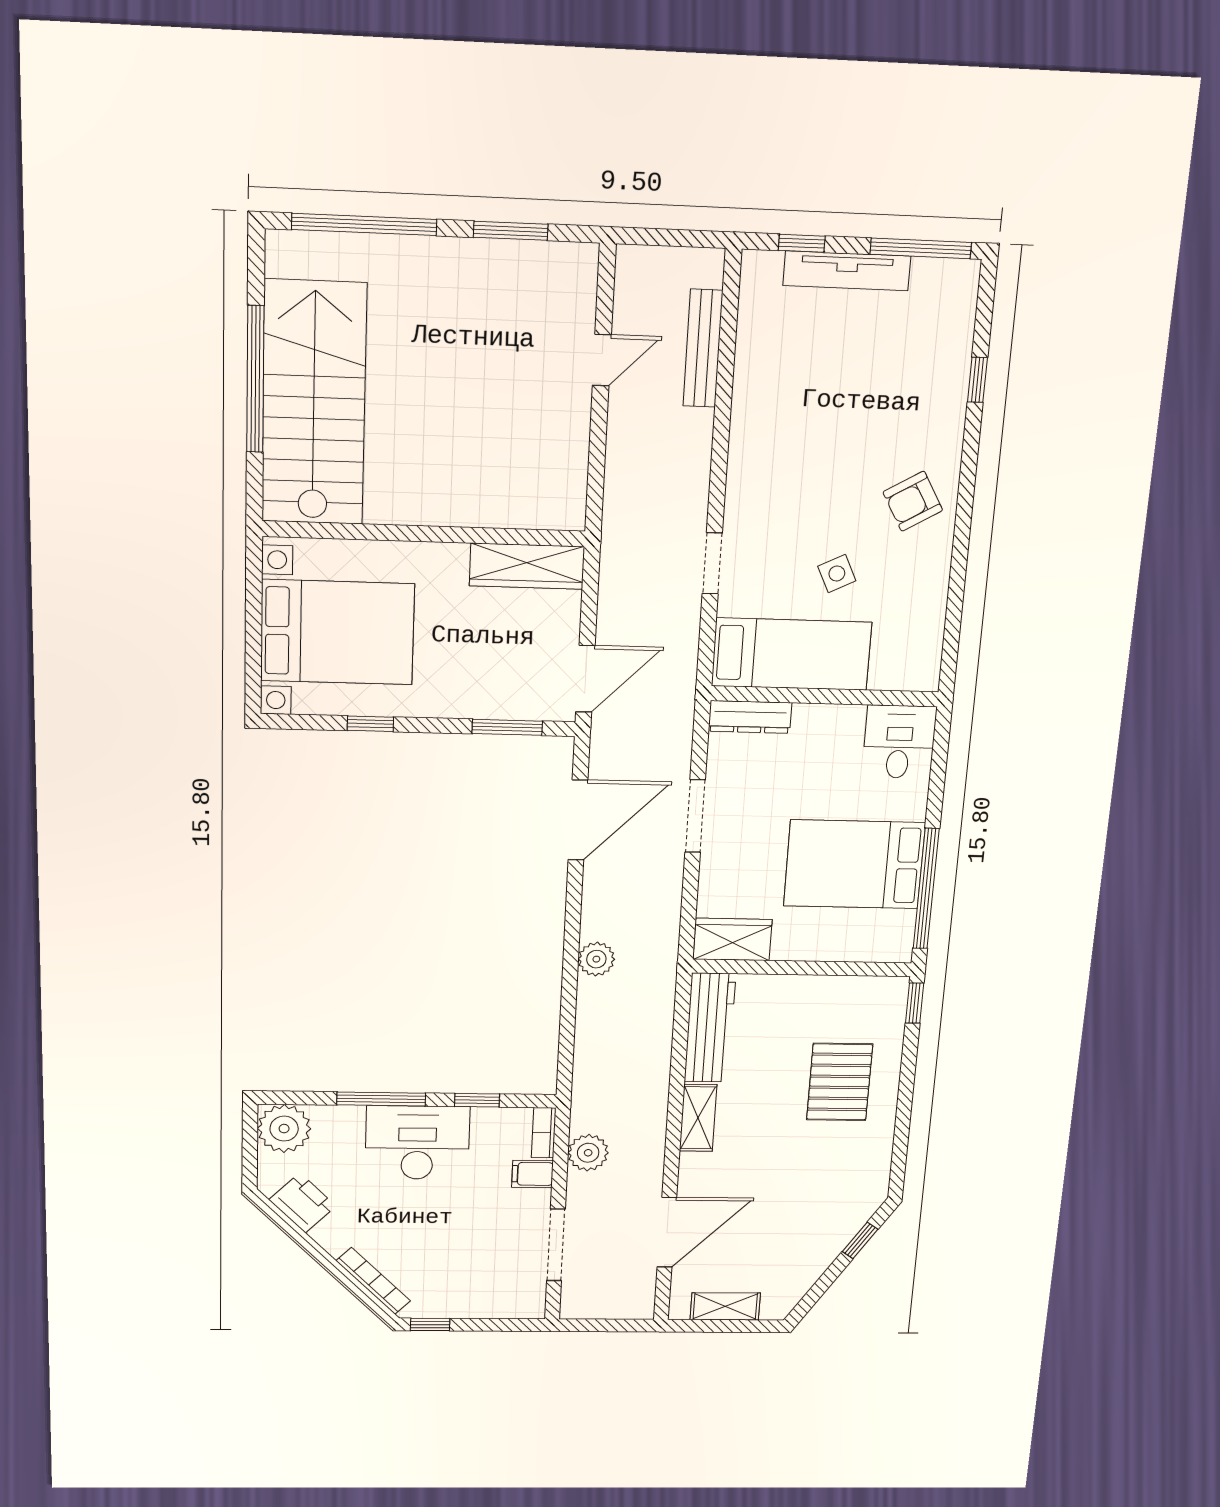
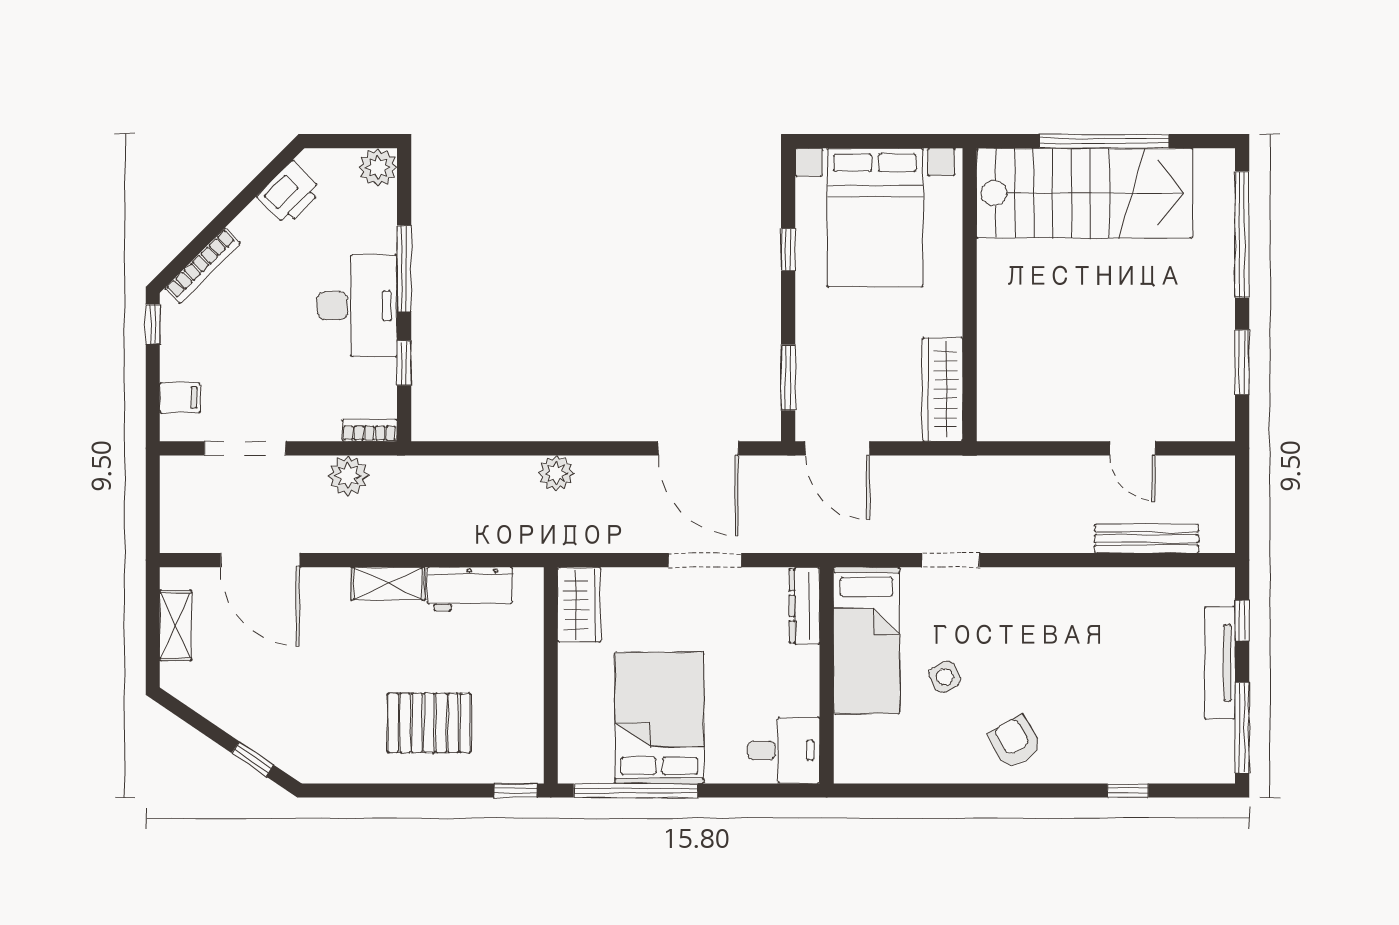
workbench: (710, 1028) -> (470, 589), width x0.73
plant: (284, 1129) -> (378, 167), width x0.73, depth x0.73
filing cabinet: (533, 1174) -> (180, 398), moved, turned 90

